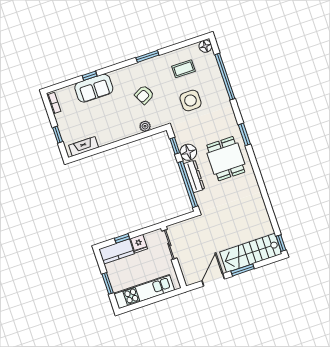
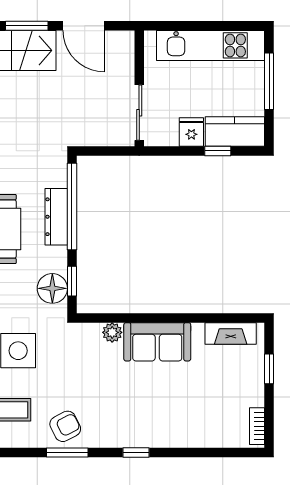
window: (90, 76) -> (136, 452), moved
sofa: (94, 88) -> (157, 342), moved, turned 180
armchair: (144, 95) -> (65, 426), moved
floor lamp: (188, 152) -> (52, 288), moved
door: (213, 280) -> (83, 26), hinge flipped
window: (108, 283) -> (269, 81), width x1.44

